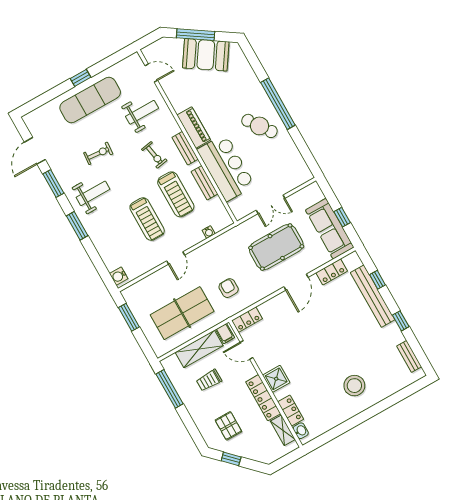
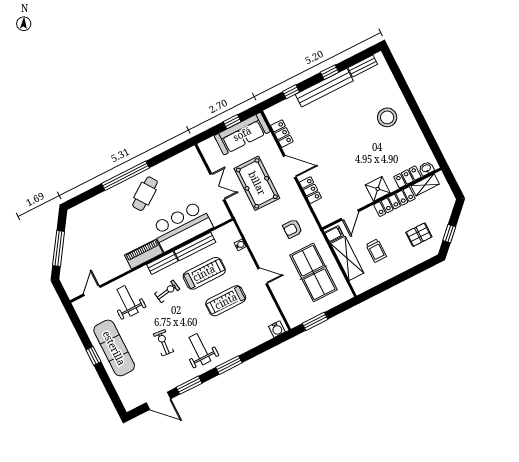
booth: (206, 55) -> (77, 240), removed
bench: (205, 183) -> (195, 246), width x1.36
treadmill: (147, 219) -> (226, 301), turned 180
bench: (373, 296) -> (324, 88), moved
locker: (247, 320) -> (310, 190), moved
window: (170, 389) -> (382, 287), removed

